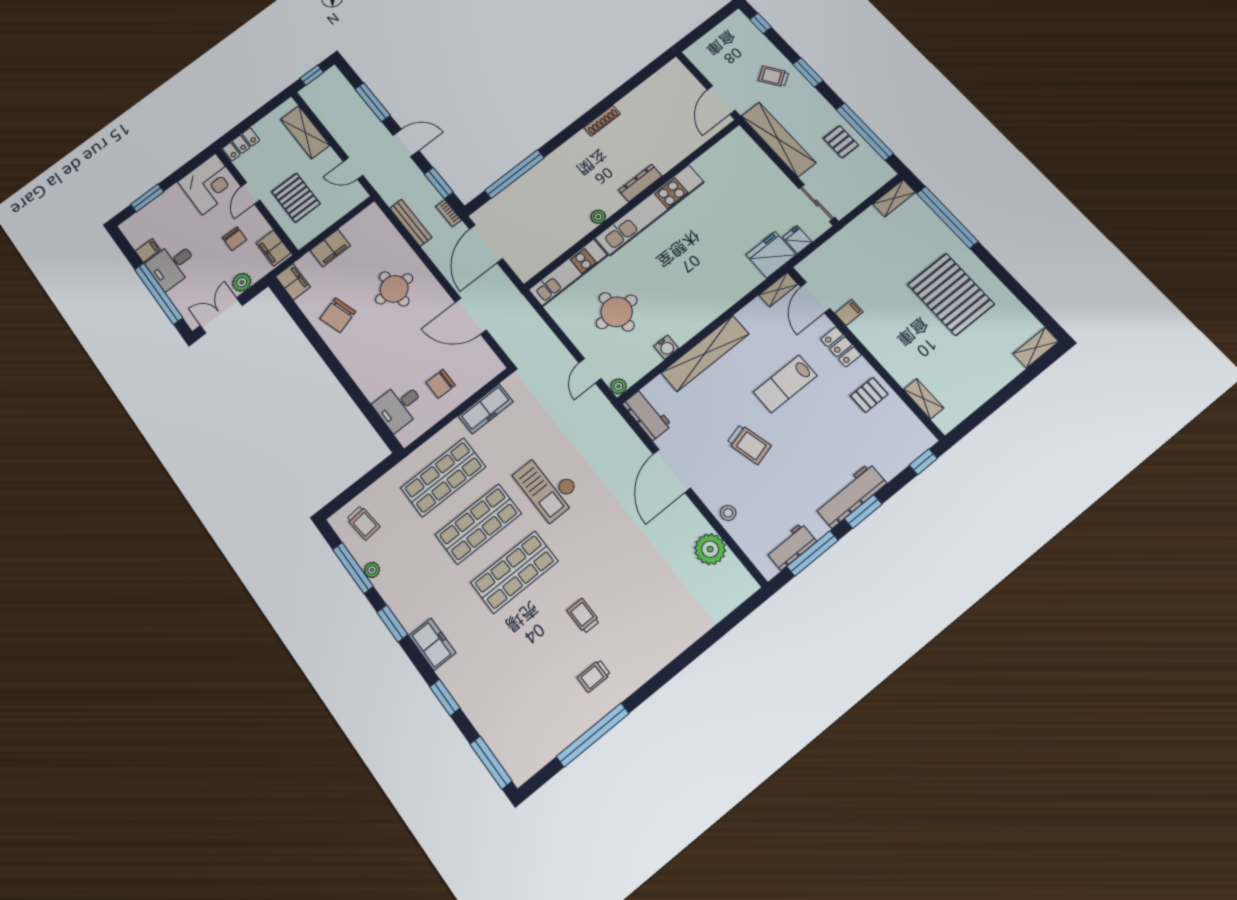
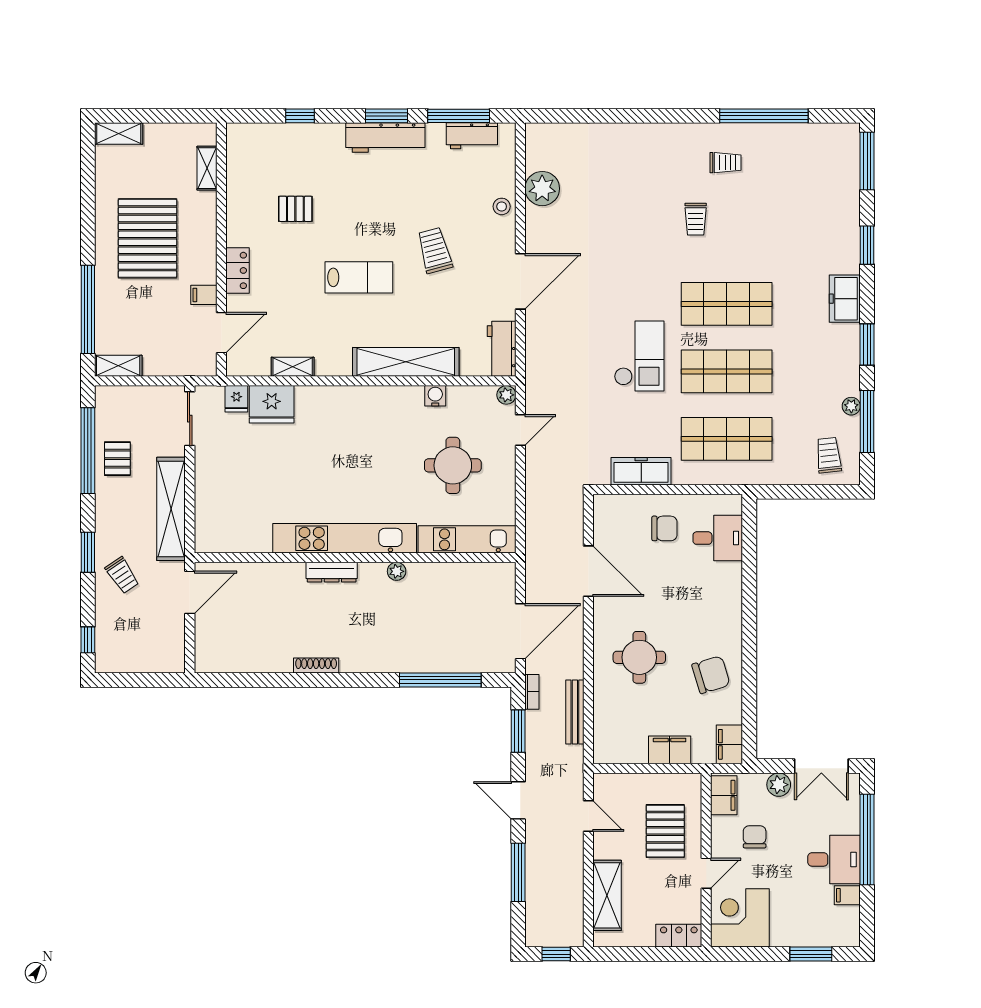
door: (815, 298) -> (221, 333), moved
filing cabinet: (849, 313) -> (204, 295), moved
locker: (841, 347) -> (238, 270), moved
wall: (864, 352) -> (221, 250), moved
shelving: (924, 399) -> (207, 168), moved

